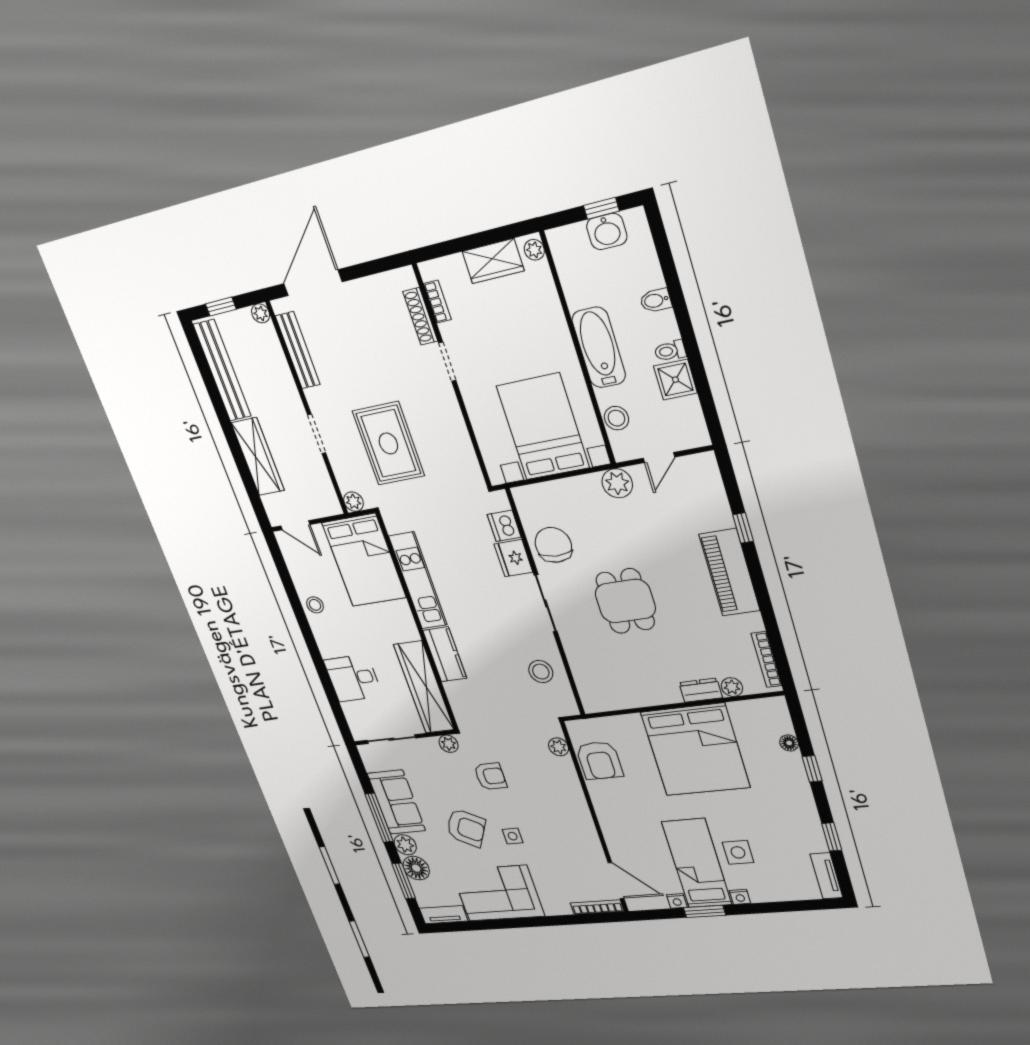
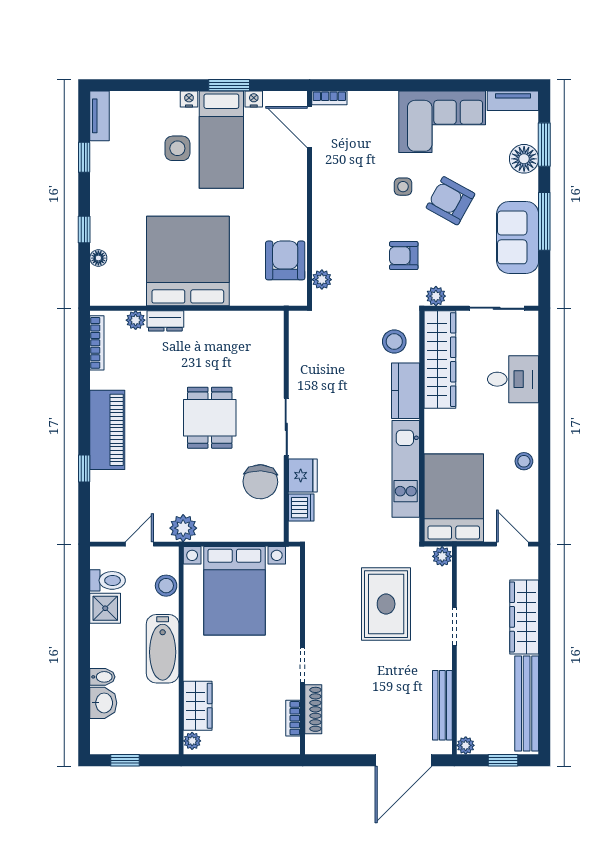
washbasin: (607, 231) -> (103, 703), moved, turned 90
wardrobe: (493, 261) -> (198, 706), moved, turned 90
toilet: (670, 351) -> (108, 580), moved, width x1.37, depth x1.39
stool: (541, 672) -> (394, 342), moved
plant: (405, 845) -> (526, 187), removed
bookcase: (597, 907) -> (329, 98), width x0.64

